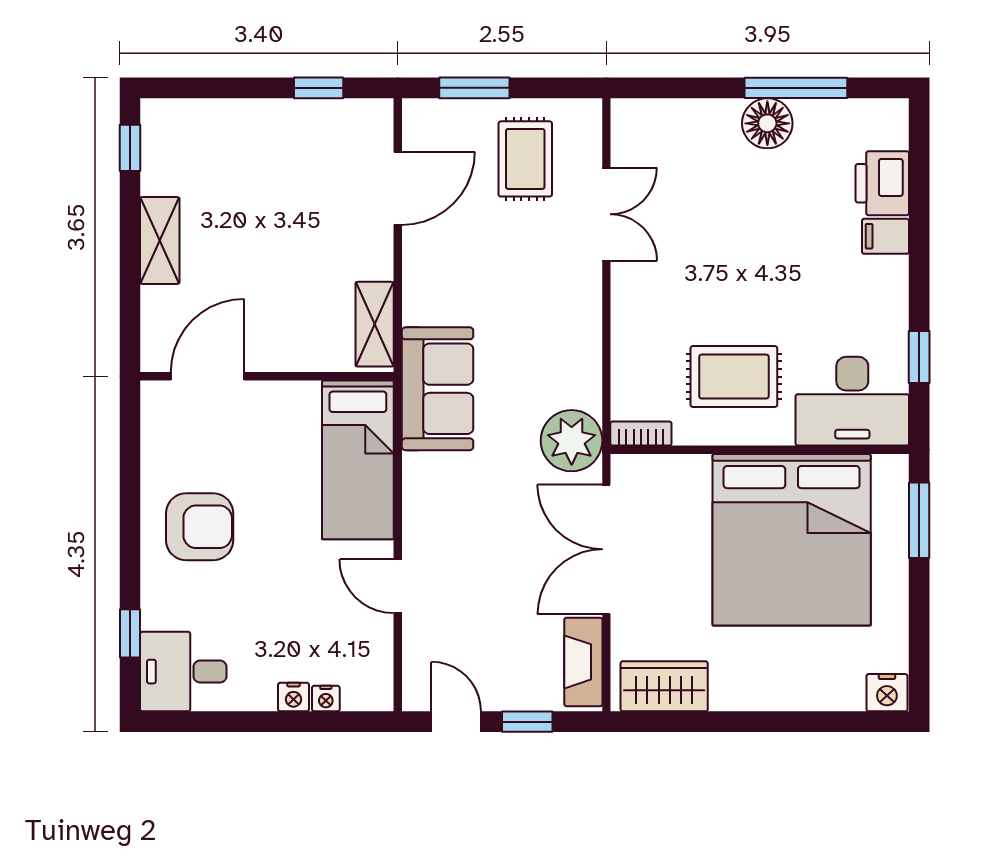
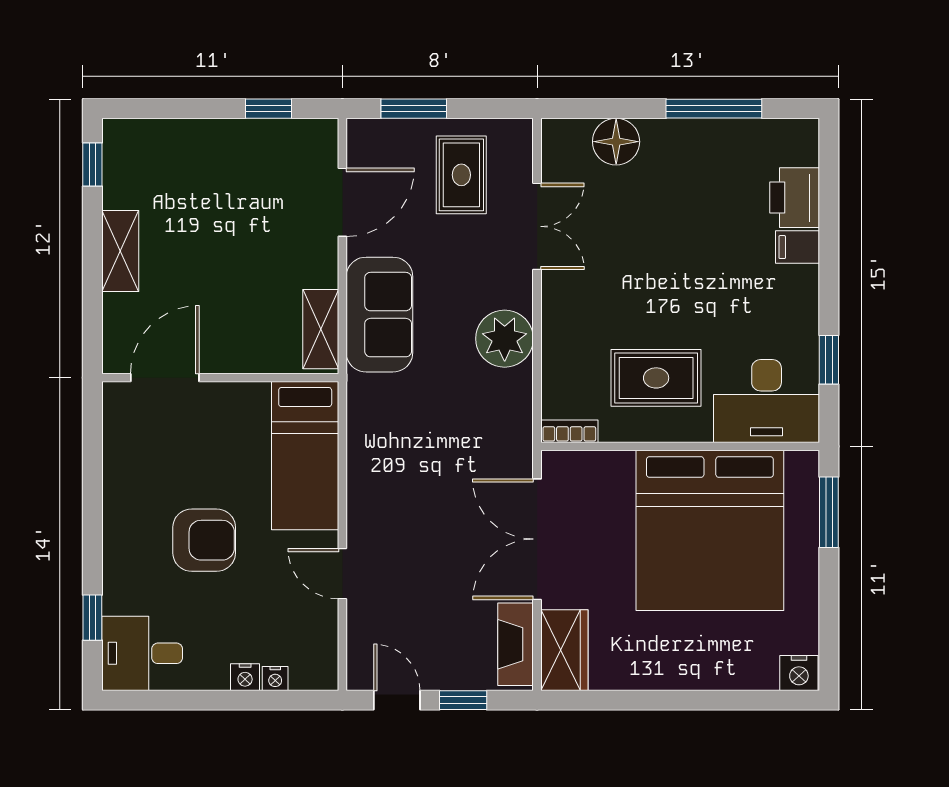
floor lamp: (767, 123) -> (616, 142), moved
sofa: (438, 389) -> (379, 315), moved
plant: (572, 441) -> (505, 339), moved
armchair: (200, 527) -> (204, 540), moved
wardrobe: (664, 686) -> (564, 650), moved, turned 90

